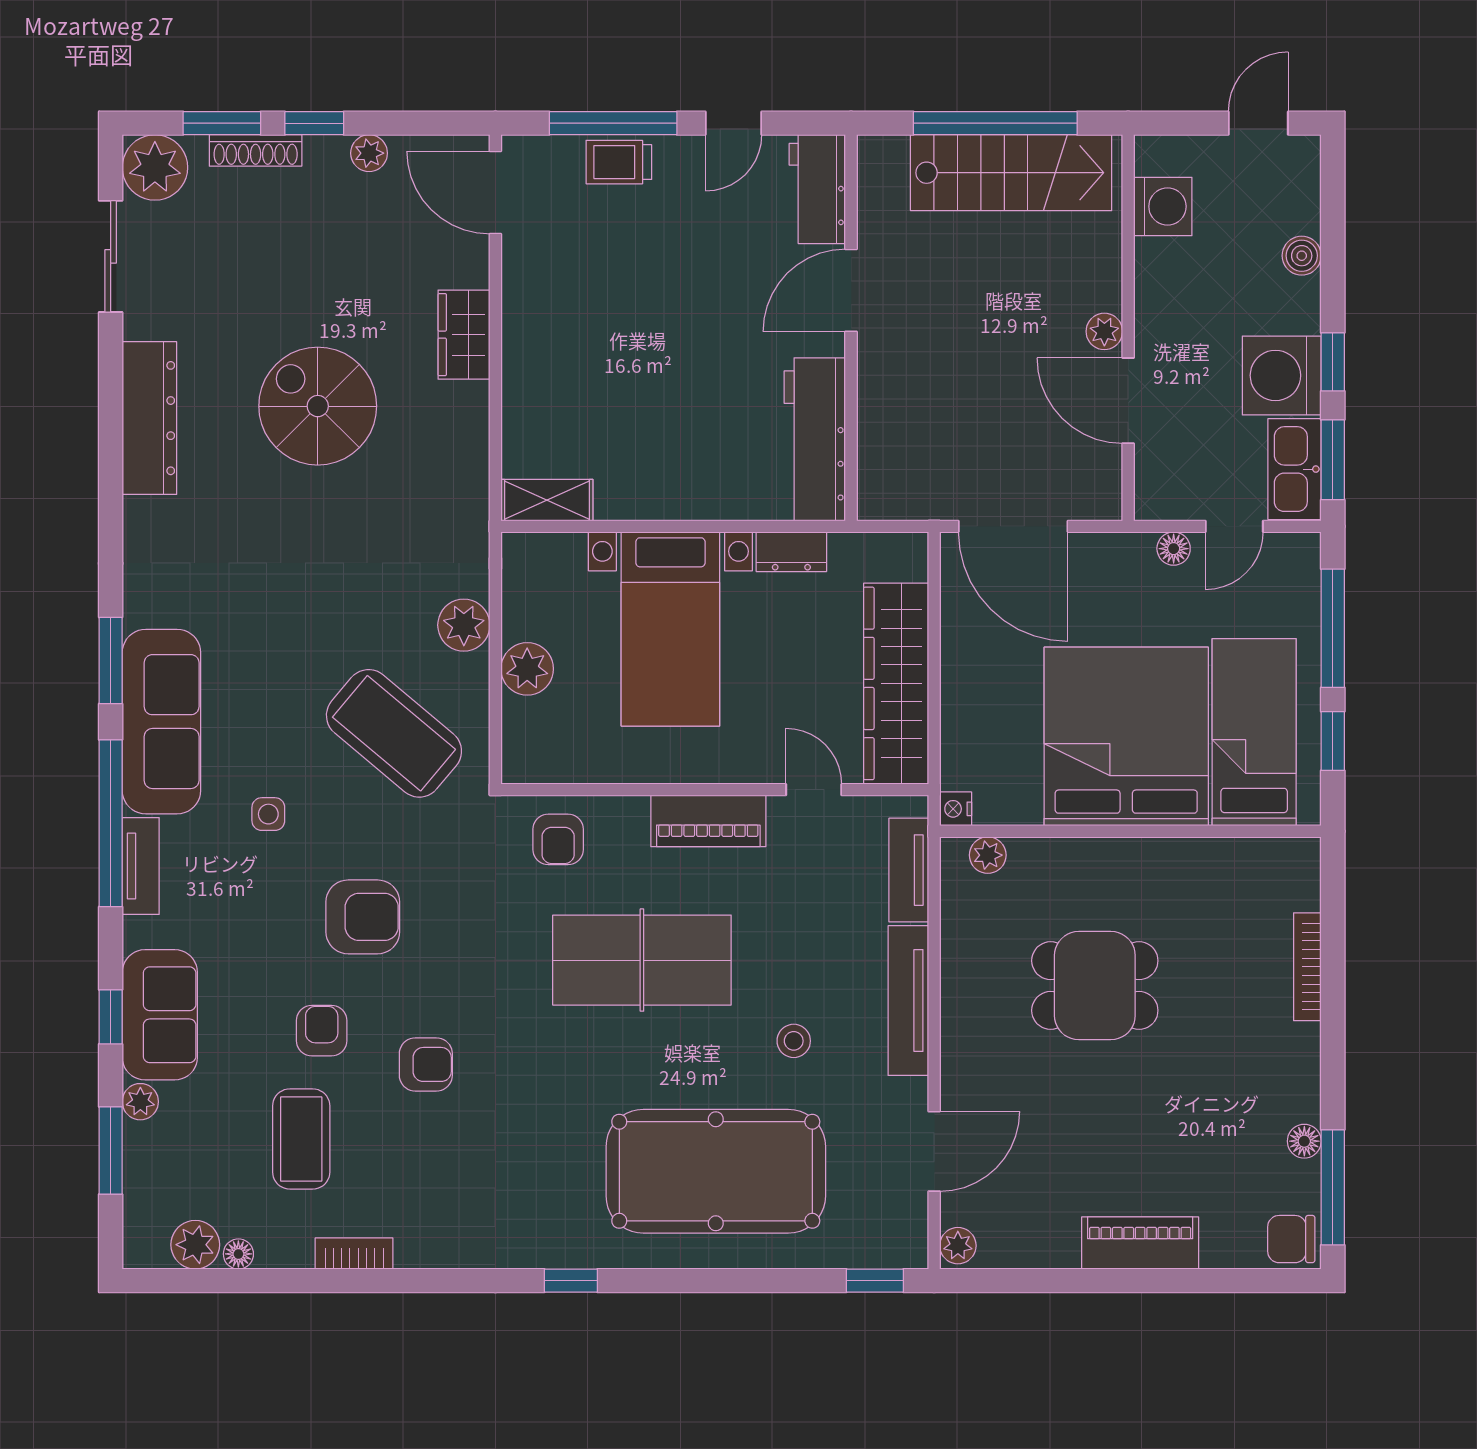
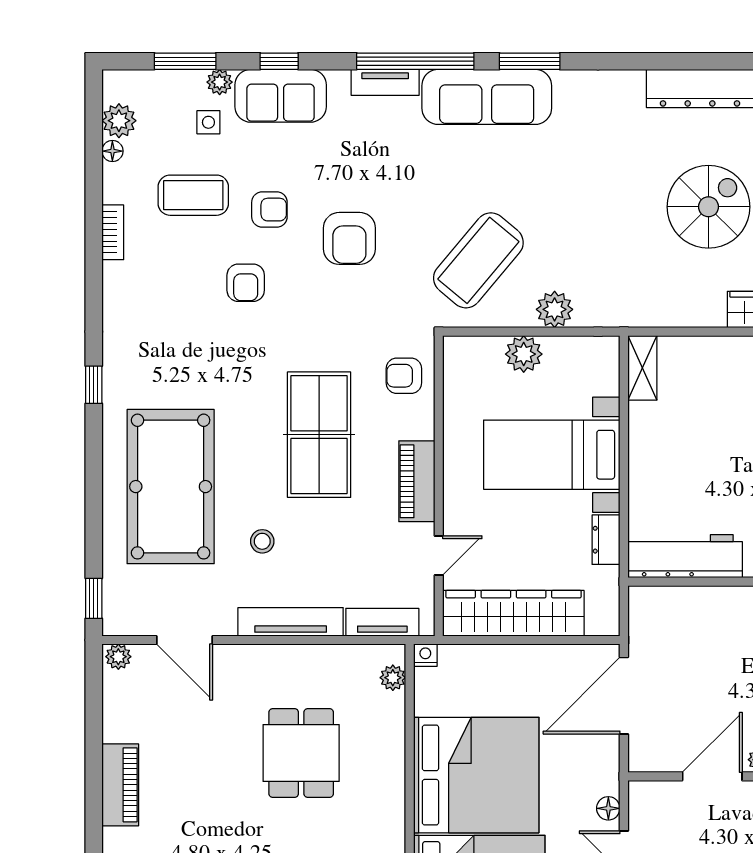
side table: (268, 814) -> (208, 122), moved

